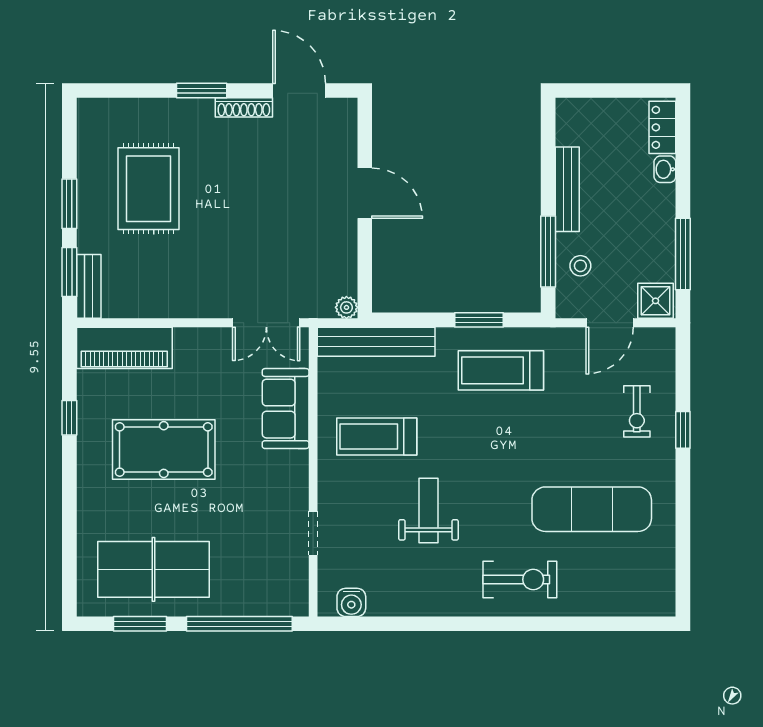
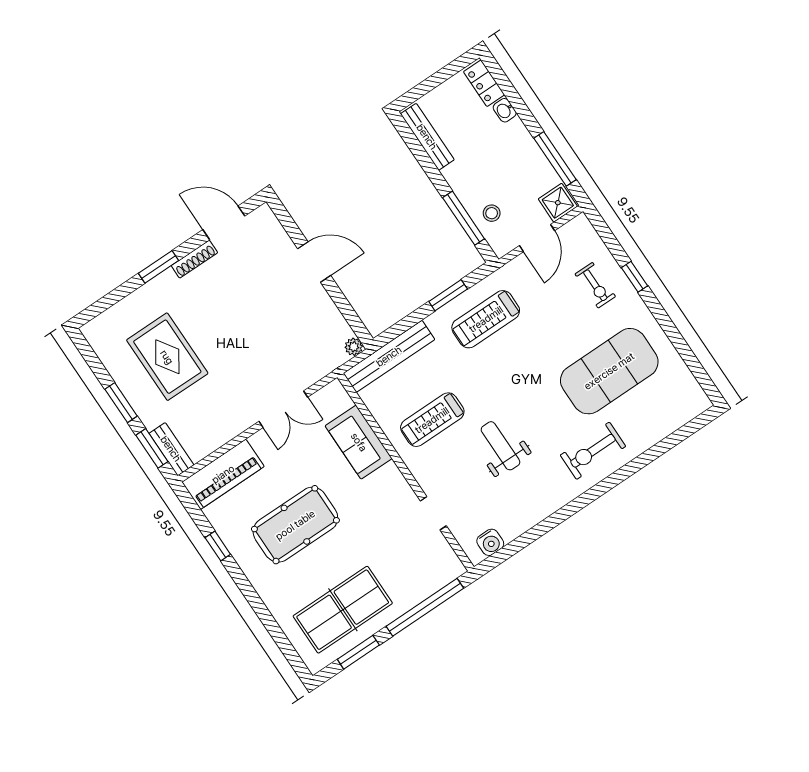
bench: (567, 189) -> (427, 137), moved
double door: (266, 323) -> (283, 409), moved
exercise mat: (592, 509) -> (609, 371), width x1.47
exercise bike: (520, 580) -> (593, 451), turned 180

